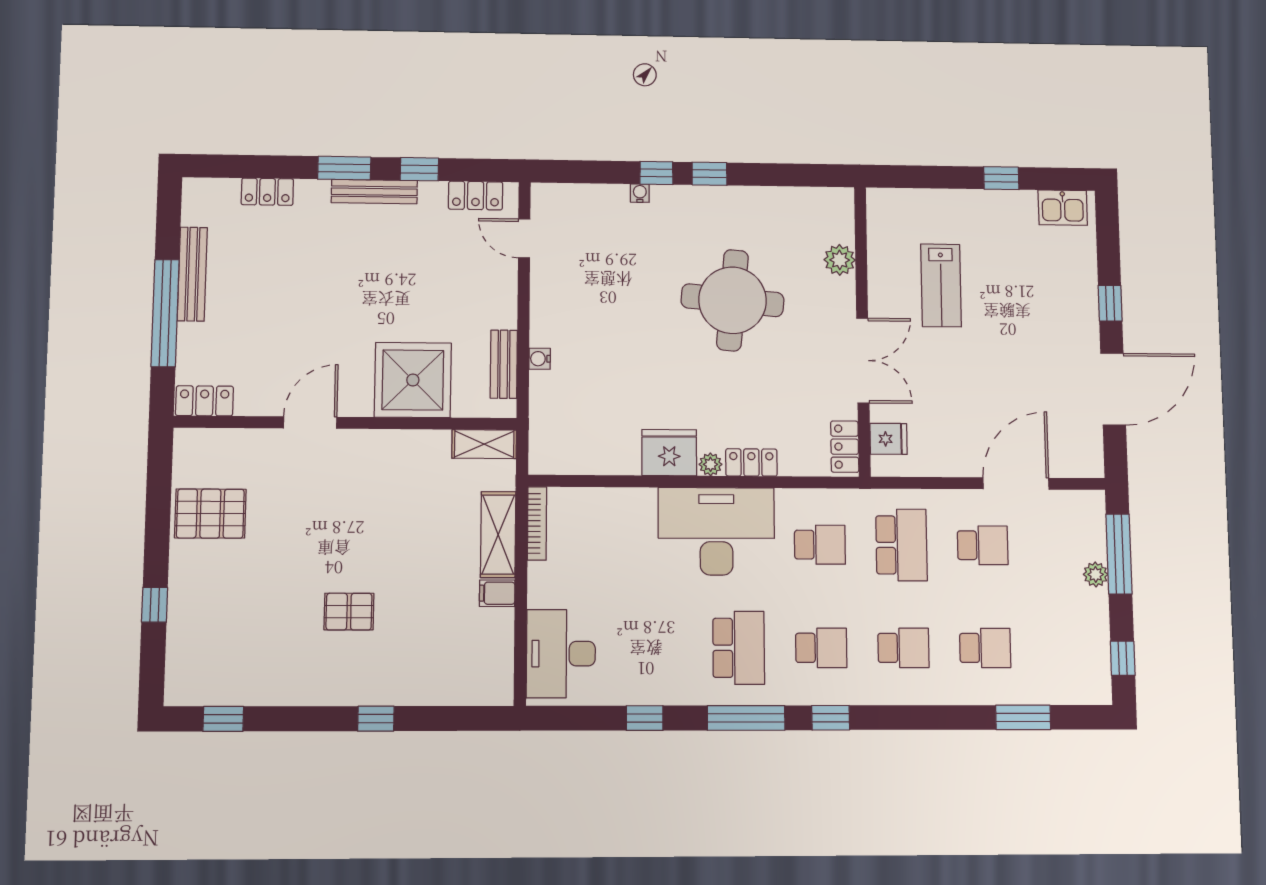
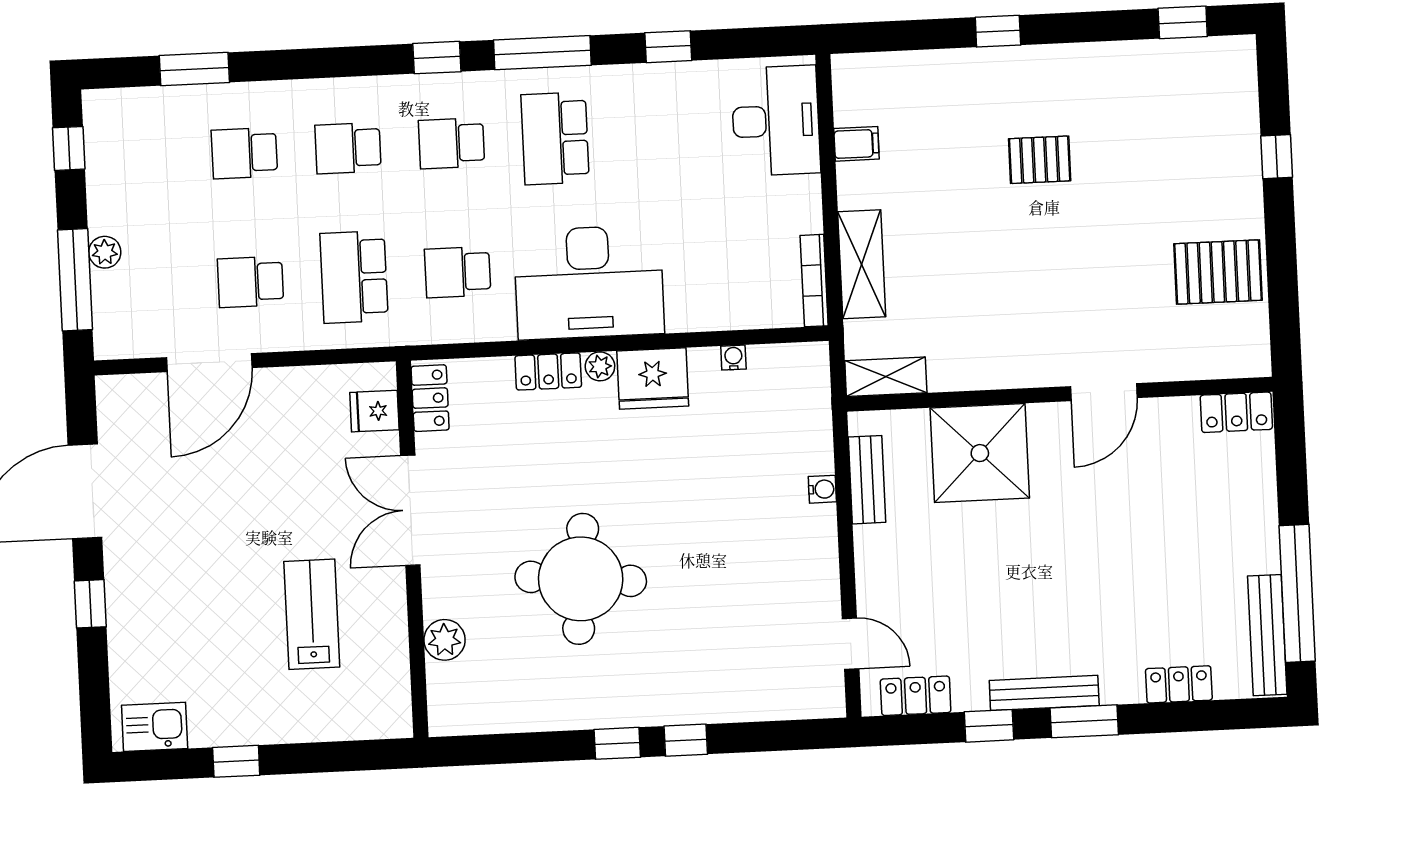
water cooler: (640, 193) -> (733, 358), moved, turned 180
bench: (192, 274) -> (1267, 635), moved
window: (165, 313) -> (1297, 593), moved
filing cabinet: (497, 593) -> (856, 144), moved

